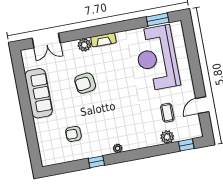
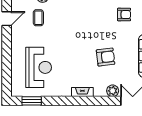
plant: (84, 45) -> (113, 91), moved
reception desk: (157, 58) -> (39, 67), width x0.74, depth x0.77

